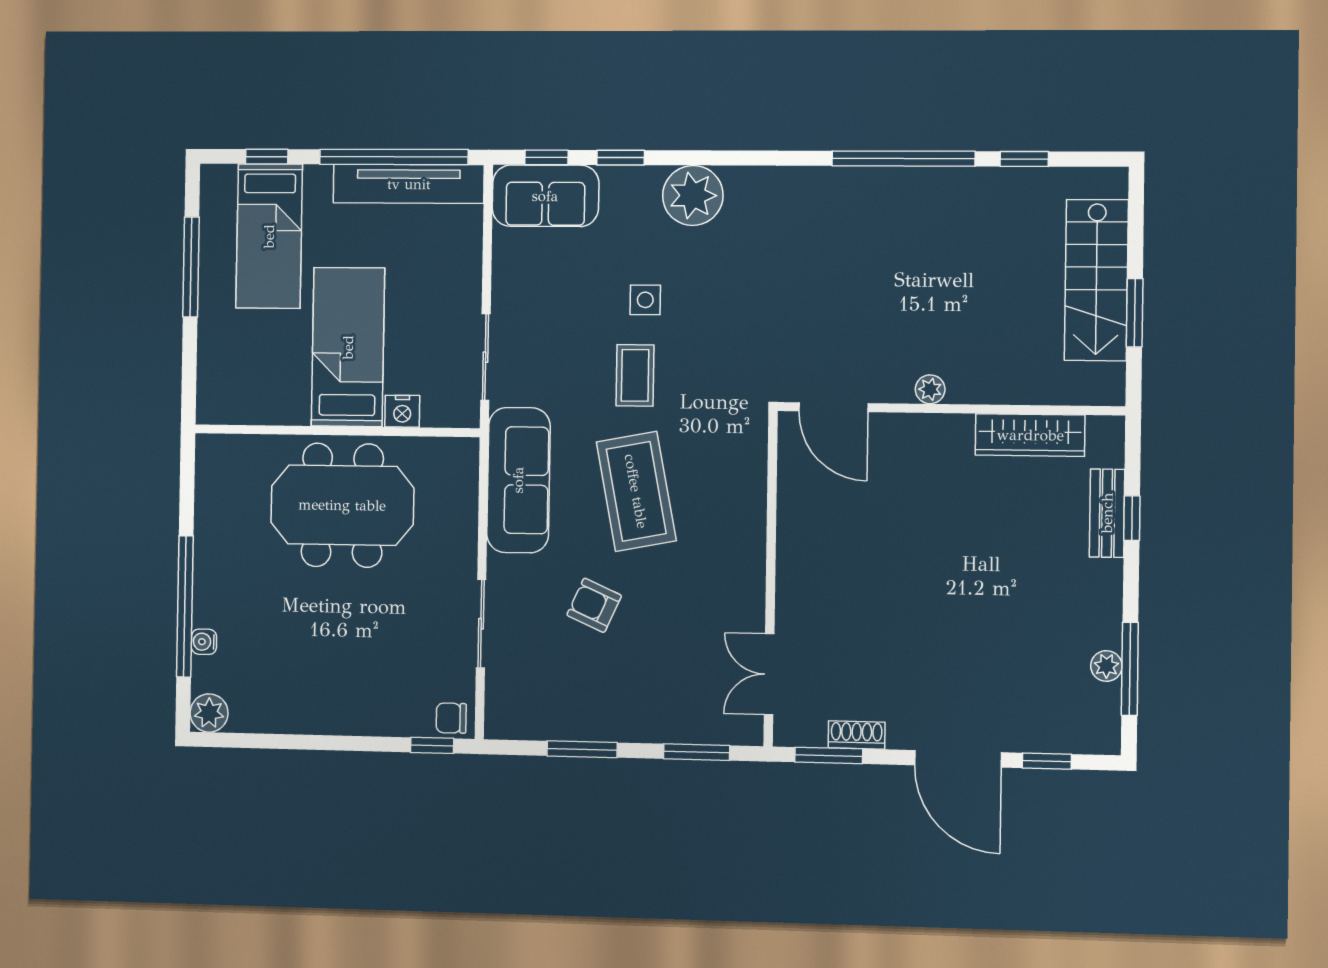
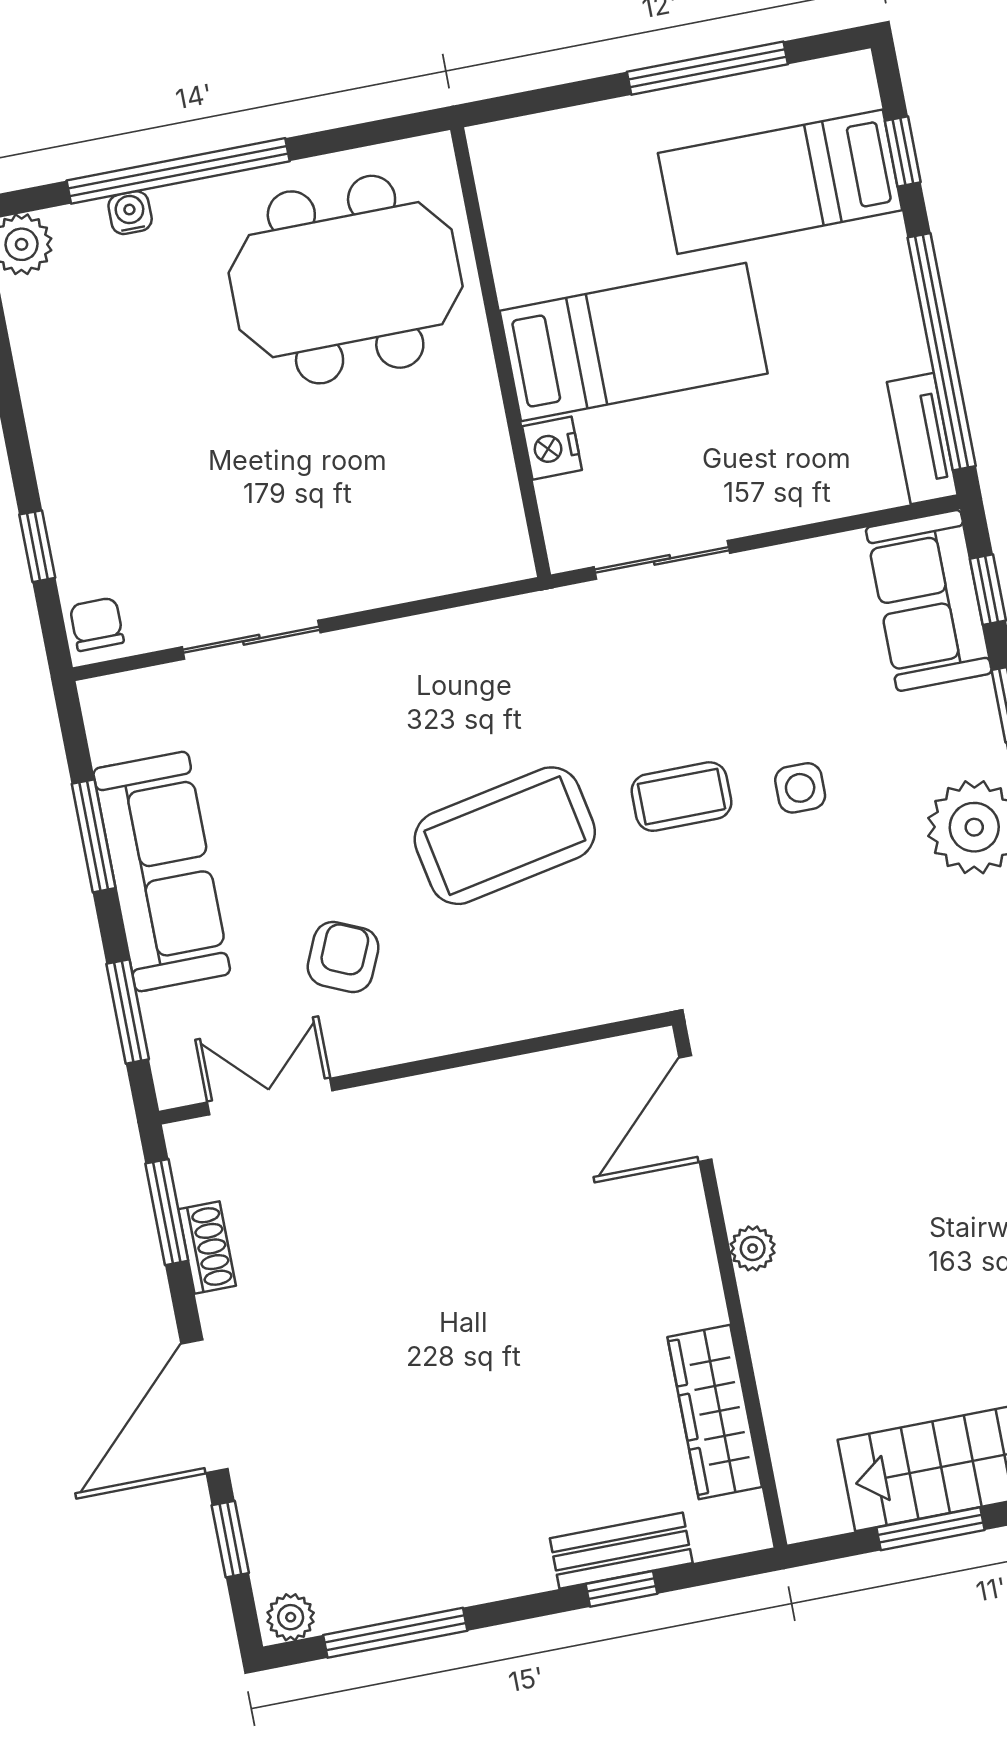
tv unit: (409, 184) -> (922, 439), width x0.52, depth x0.78
sofa: (518, 480) -> (162, 871), moved, turned -90
meeting table: (342, 505) -> (346, 280), moved, turned 90
armchair: (594, 605) -> (343, 957), moved
plant: (1106, 666) -> (291, 1617), moved
window: (432, 745) -> (37, 546), moved

